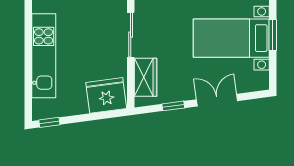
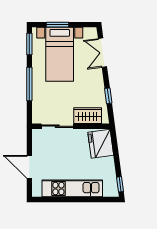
double door: (217, 100) -> (102, 53), moved

